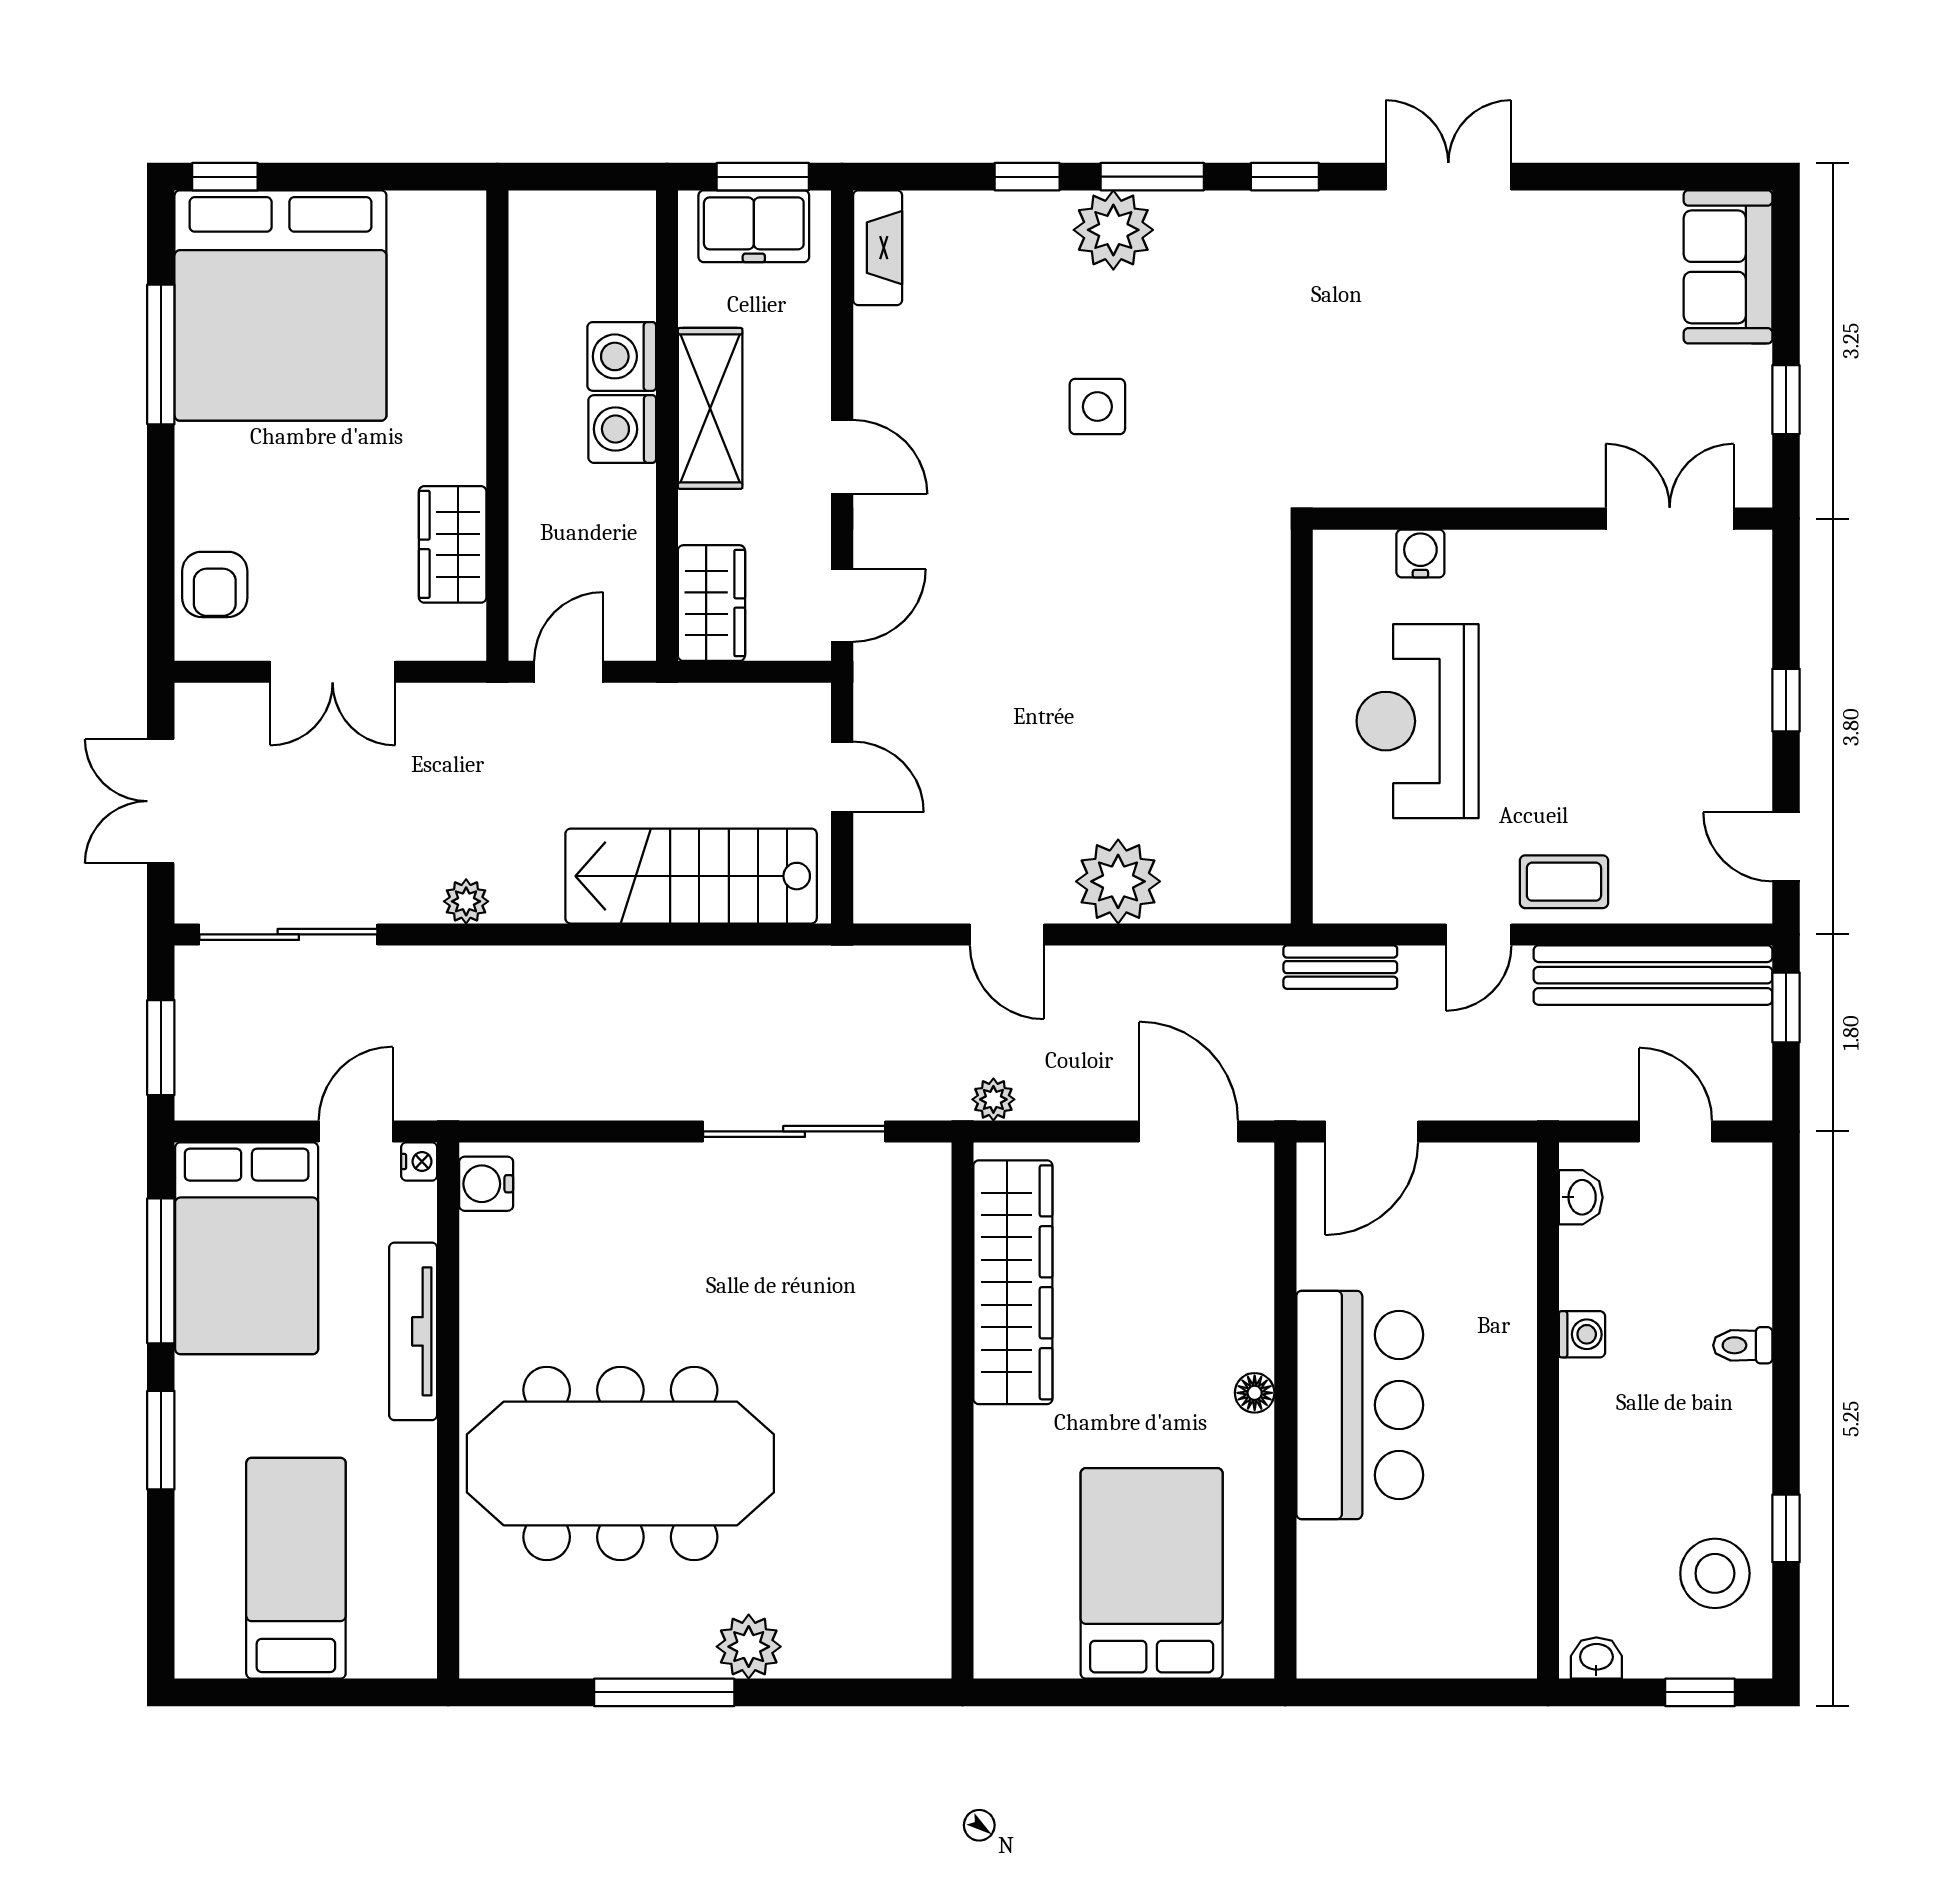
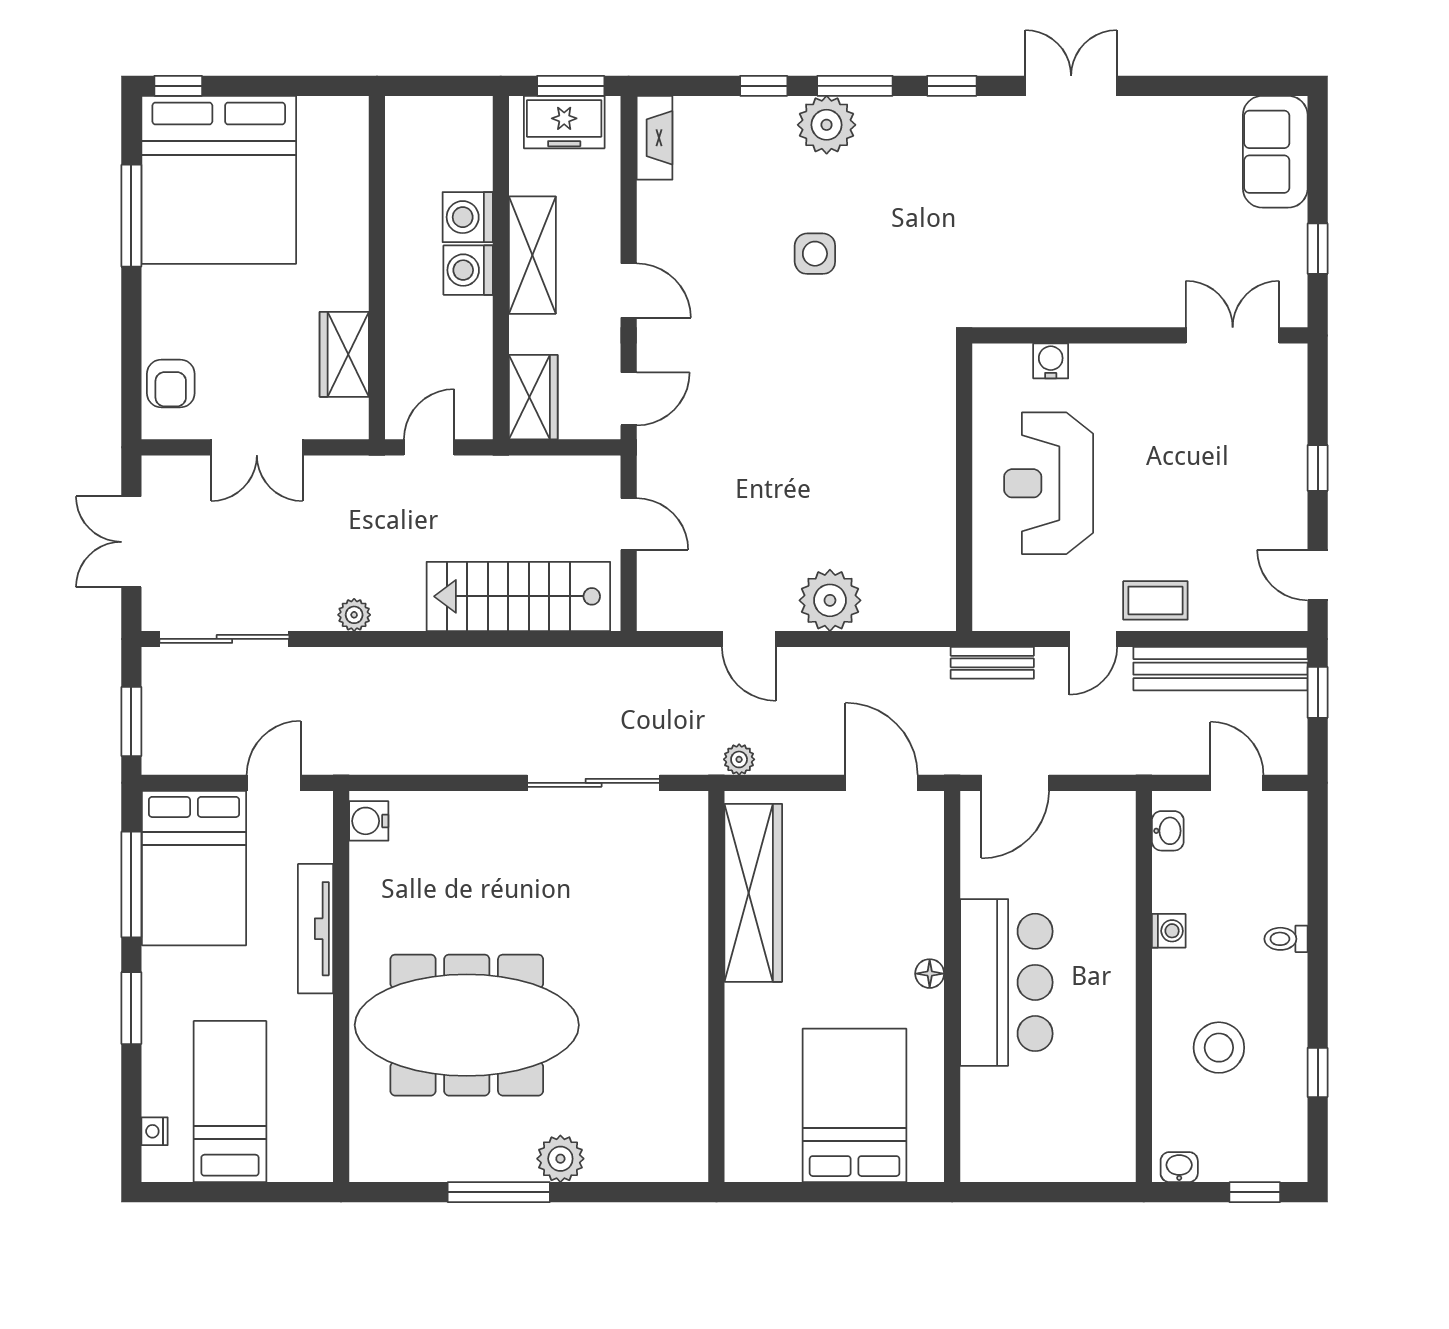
nightstand: (419, 1162) -> (155, 1131), moved, turned 180
stool: (1715, 1573) -> (1219, 1048), moved

